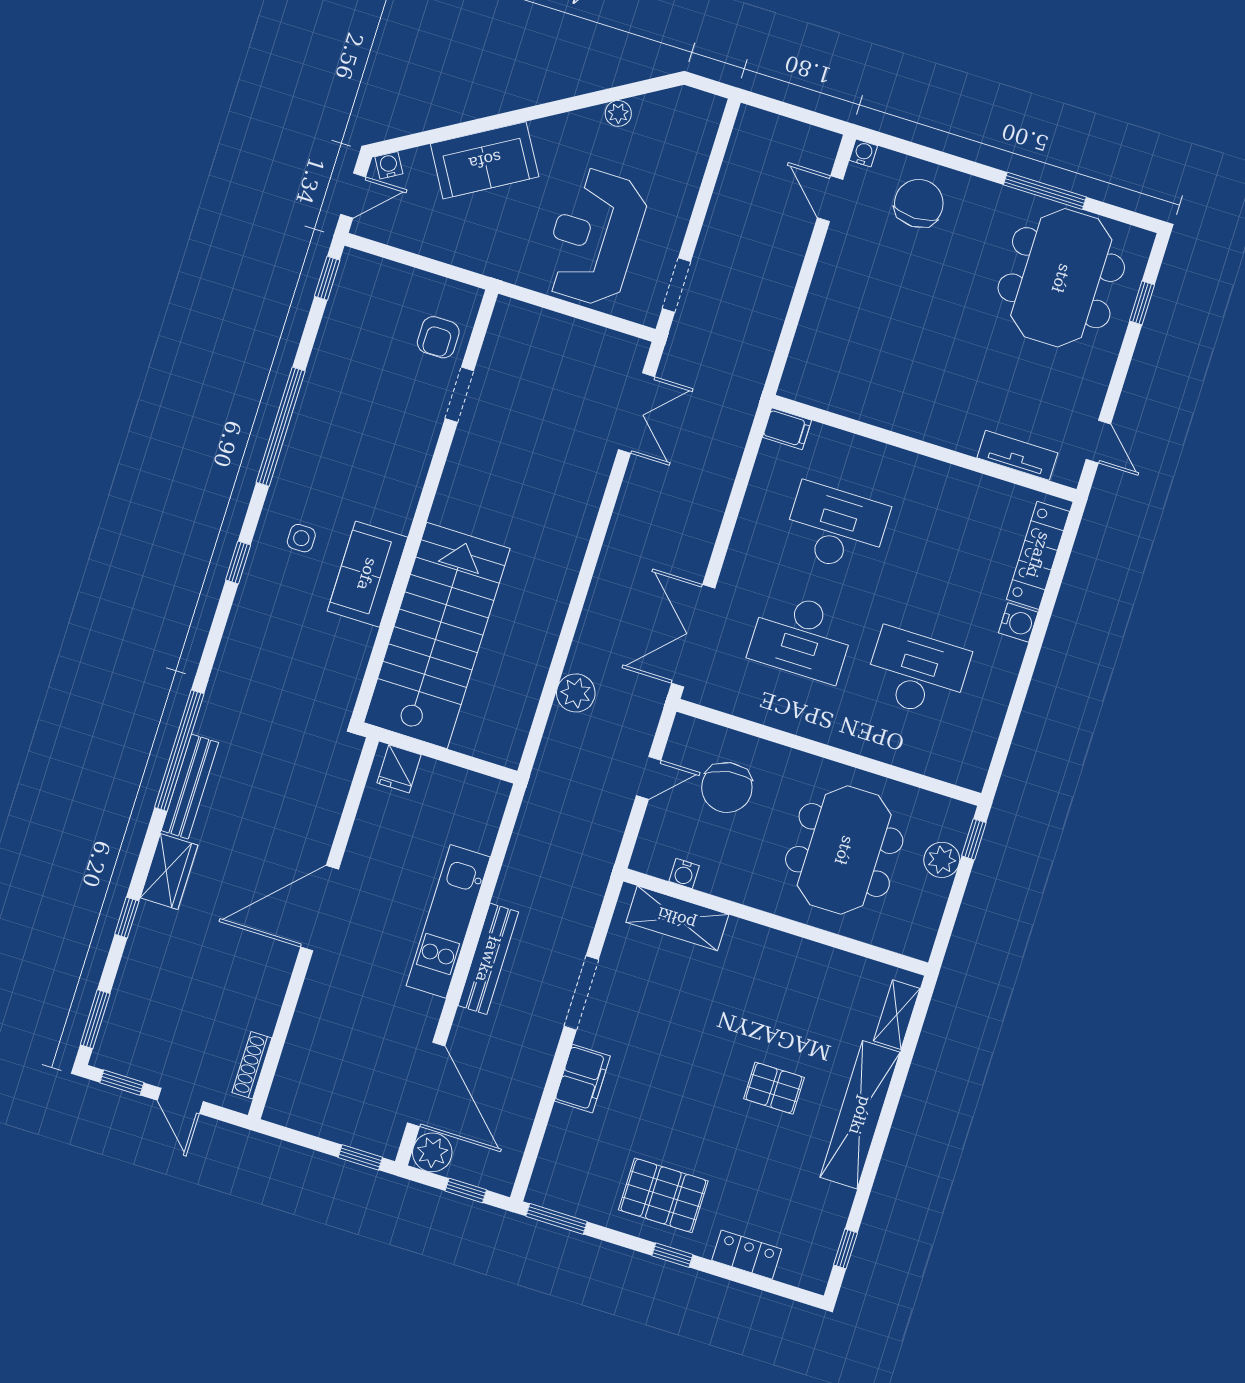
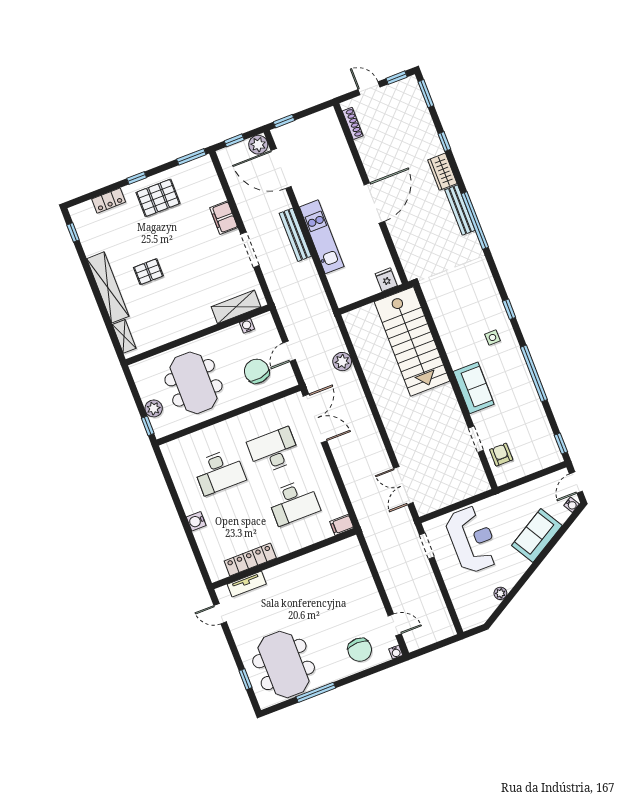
locker: (1038, 555) -> (250, 559), moved, turned -90
sofa: (367, 574) -> (474, 388), moved

